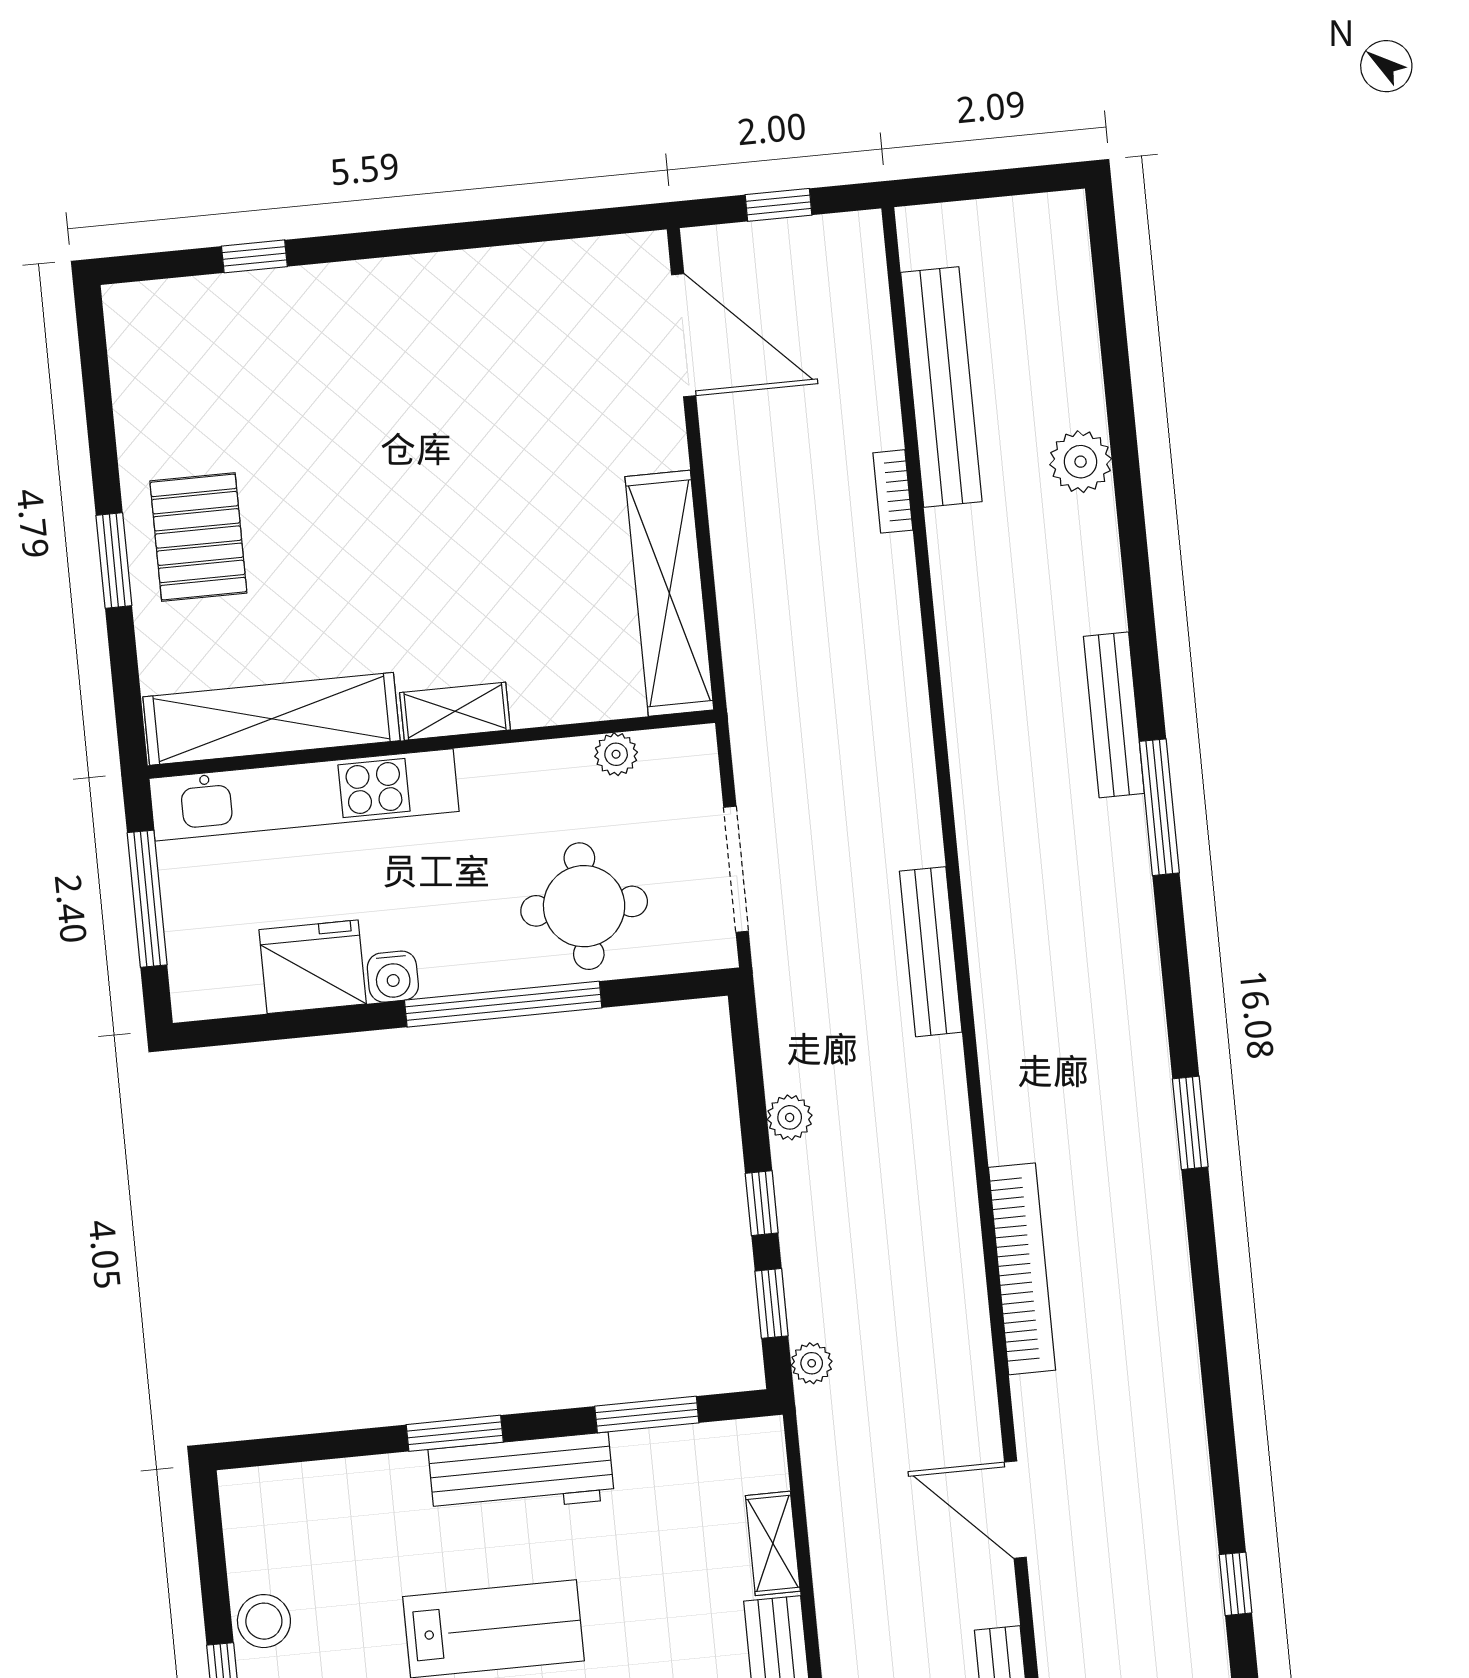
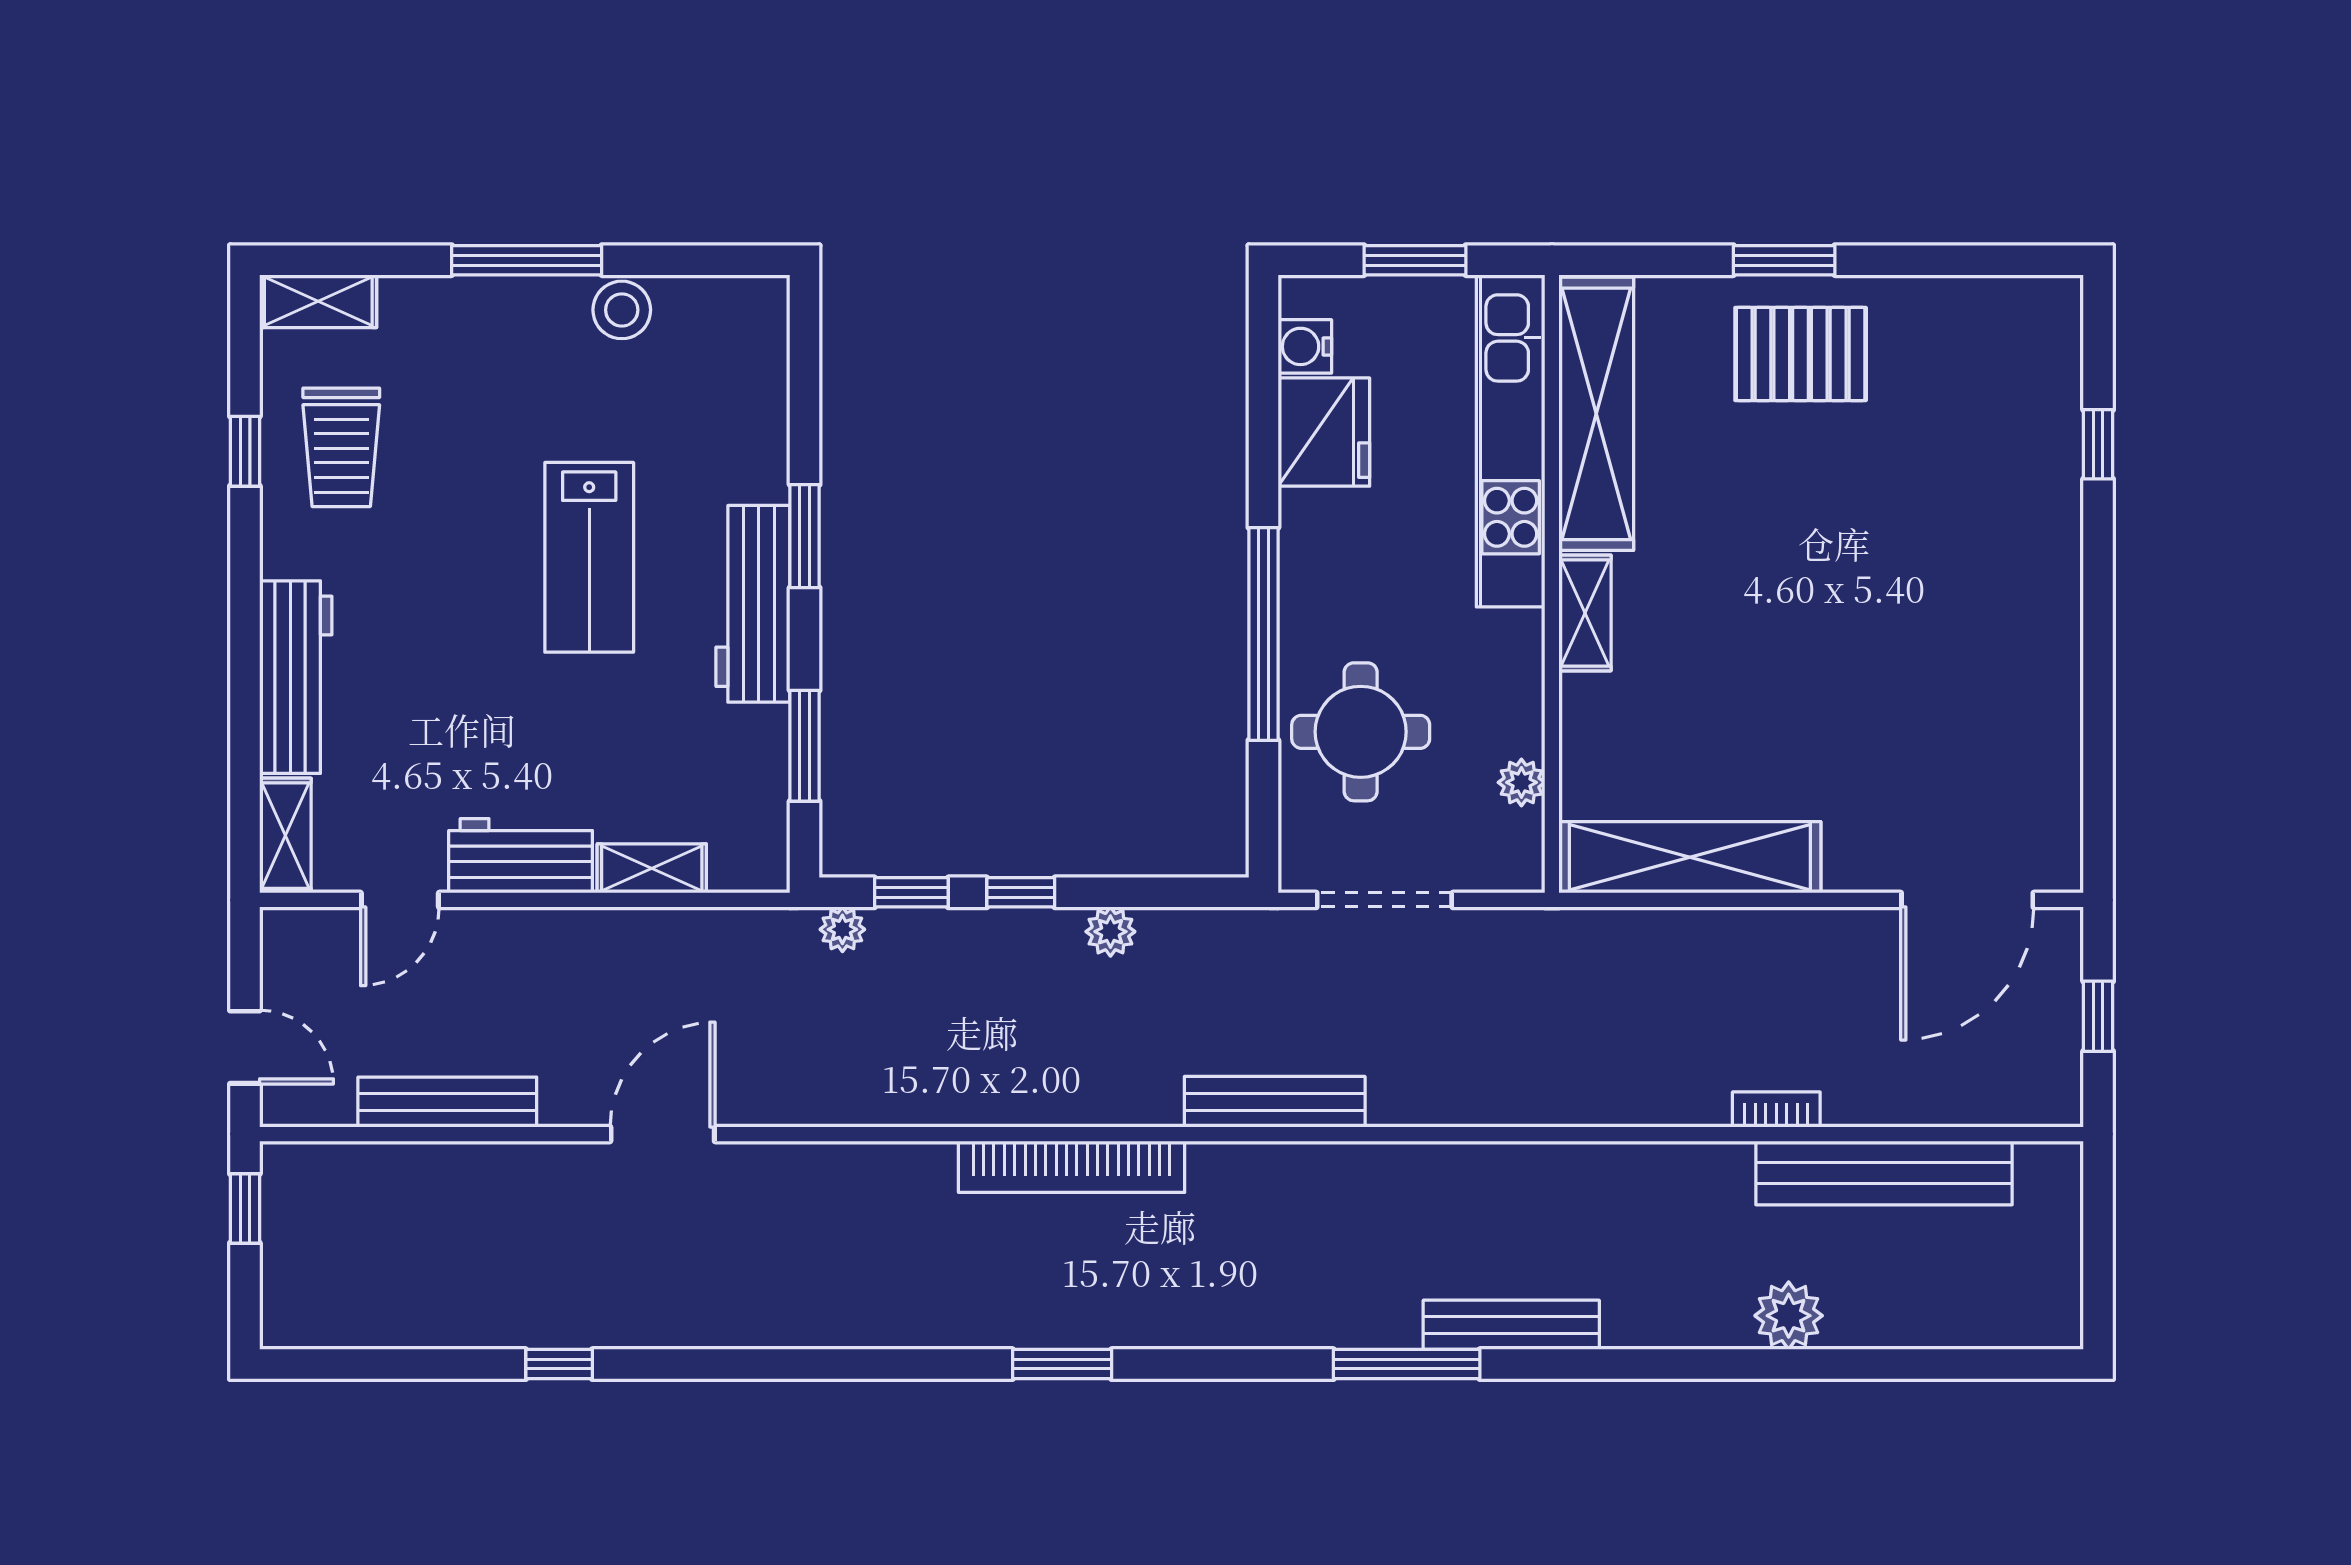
window: (147, 899) -> (1415, 260), width x0.69
water cooler: (393, 977) -> (1305, 346), moved
bookcase: (1022, 1269) -> (1072, 1167), moved

